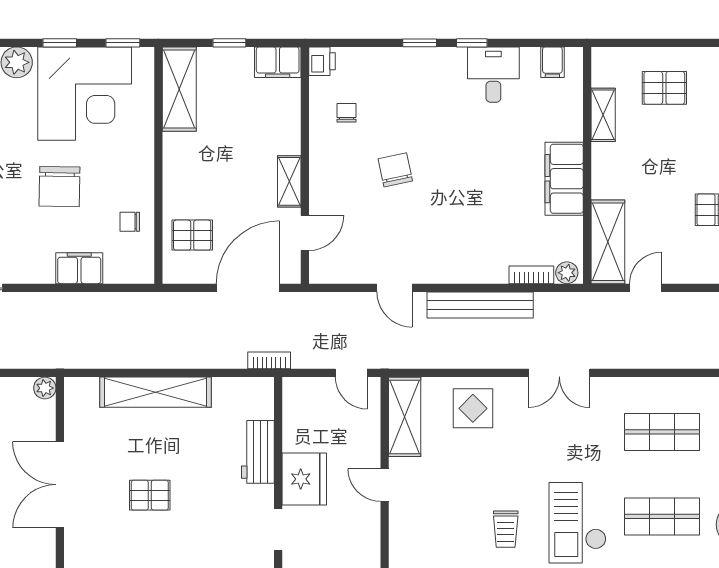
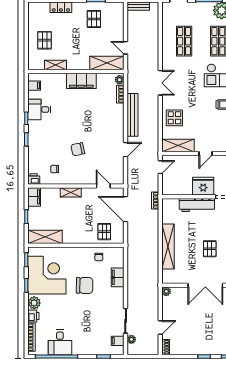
shelving: (289, 181) -> (71, 192), moved
workbench: (258, 452) -> (197, 205), width x1.38

